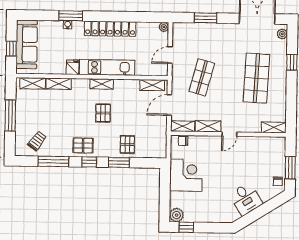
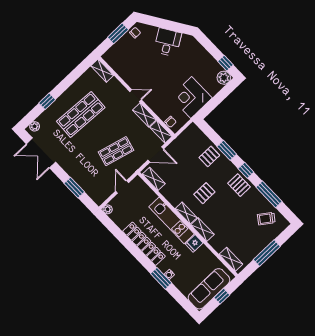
door: (170, 55) -> (122, 187), swing flipped
shelving: (59, 84) -> (202, 230), moved

